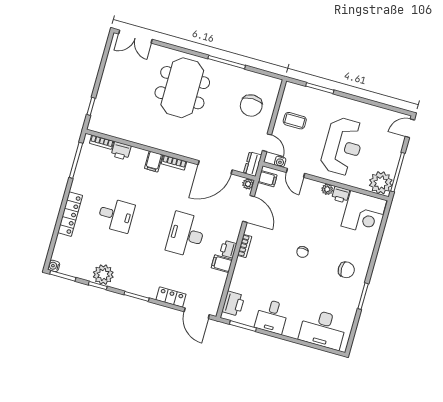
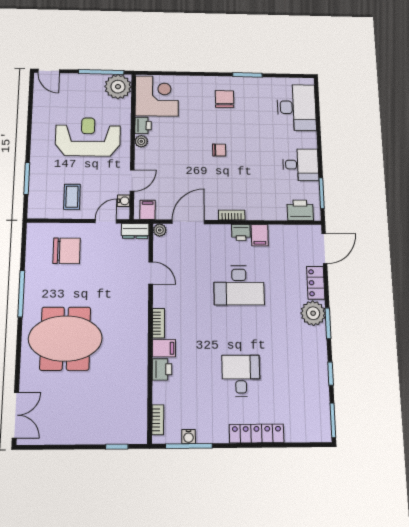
printer: (121, 151) -> (162, 369), moved
door: (215, 167) -> (151, 273), width x0.53
water cooler: (54, 266) -> (189, 436), moved
plant: (103, 275) -> (313, 313), moved

